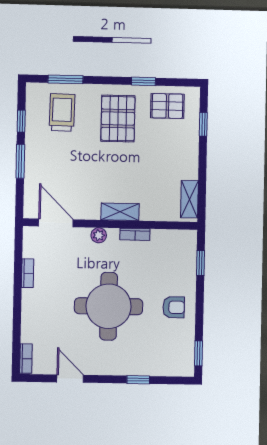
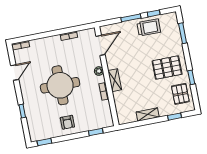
trolley: (62, 112) -> (149, 27), moved
shelving: (189, 199) -> (148, 115), moved

